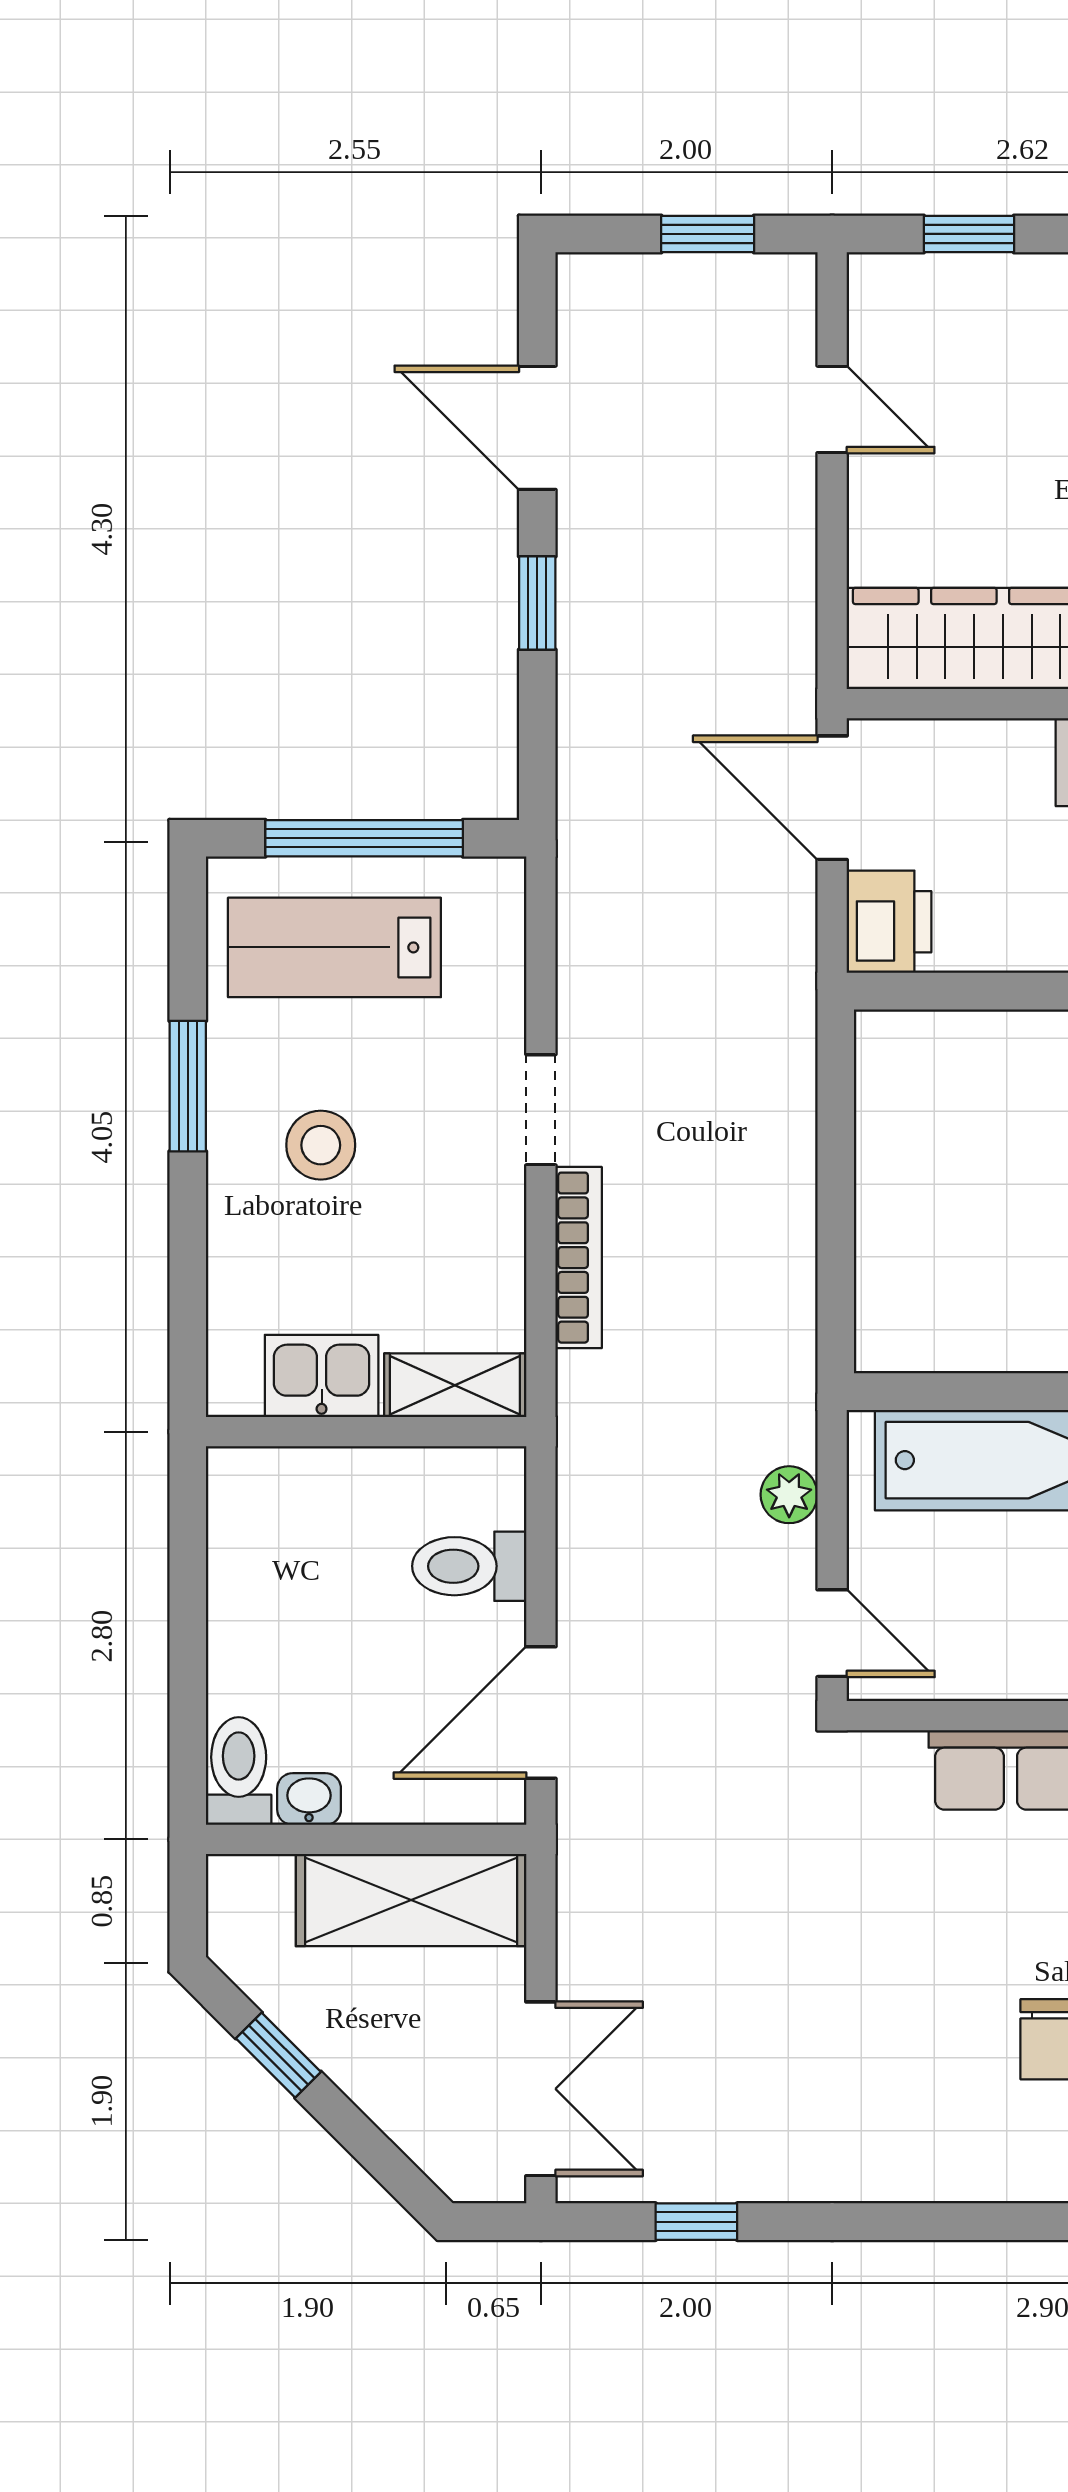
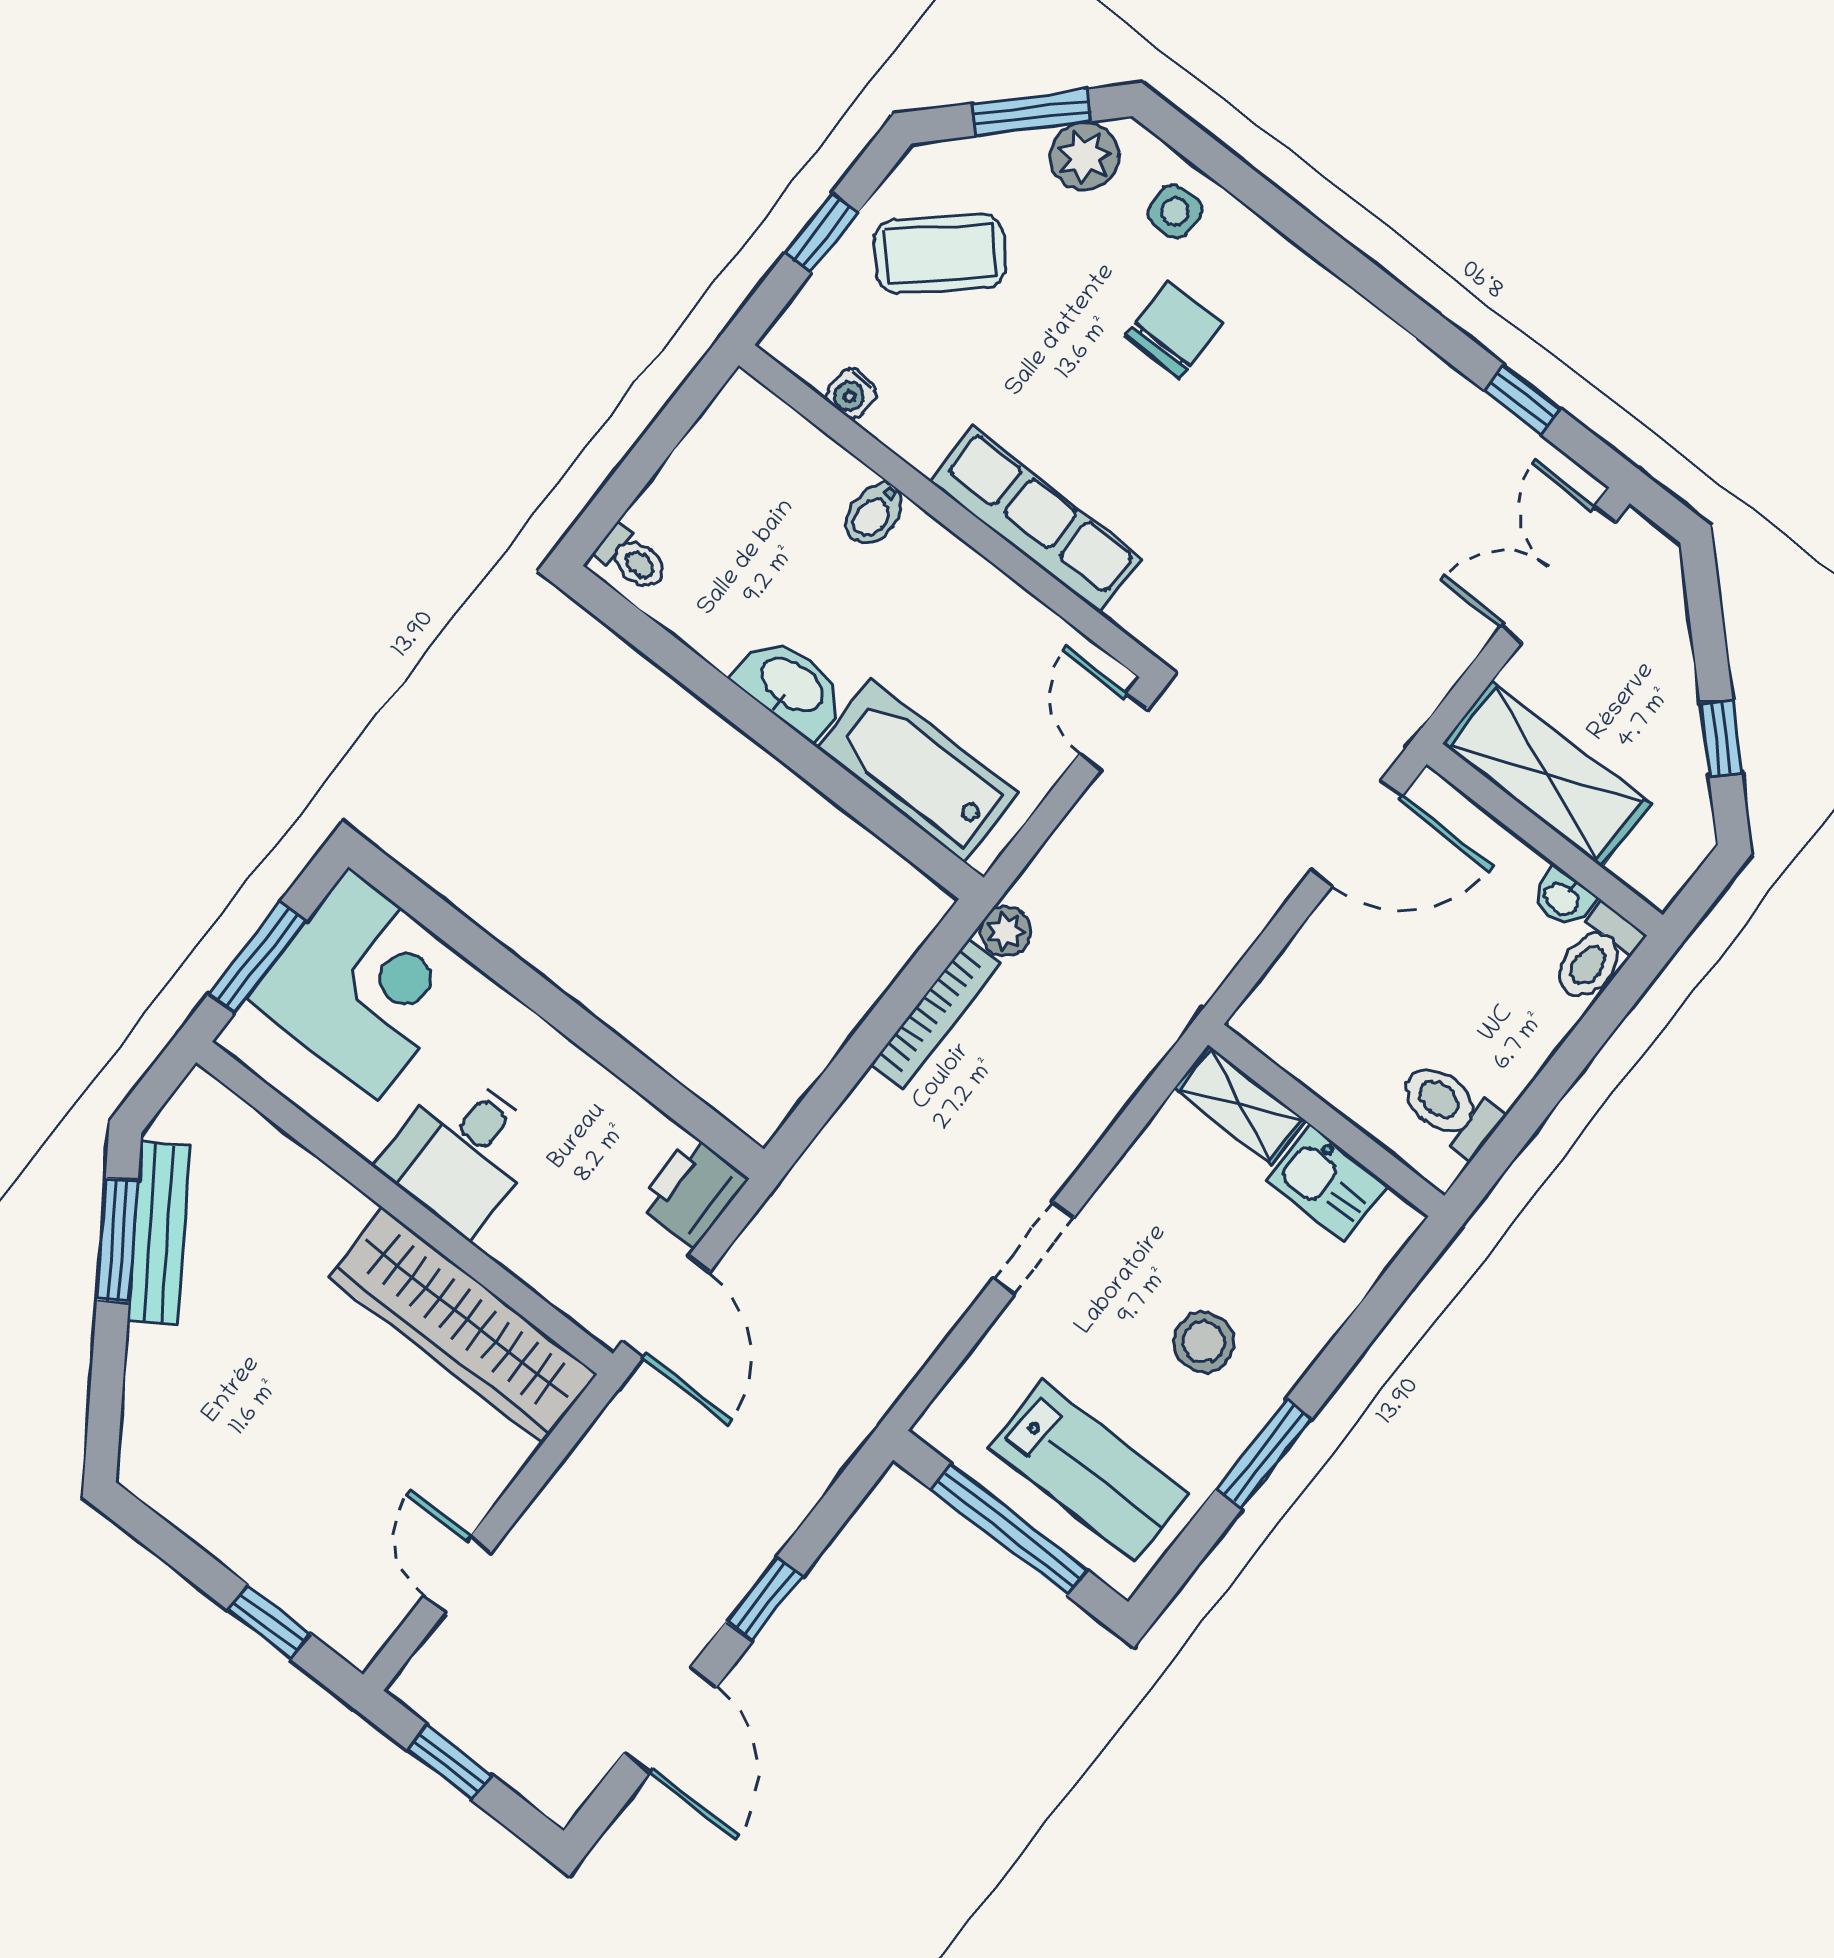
bookcase: (579, 1258) -> (935, 1014), moved, turned 180
plant: (789, 1495) -> (1006, 931), moved
toilet: (469, 1566) -> (1450, 1108), moved, turned 180

